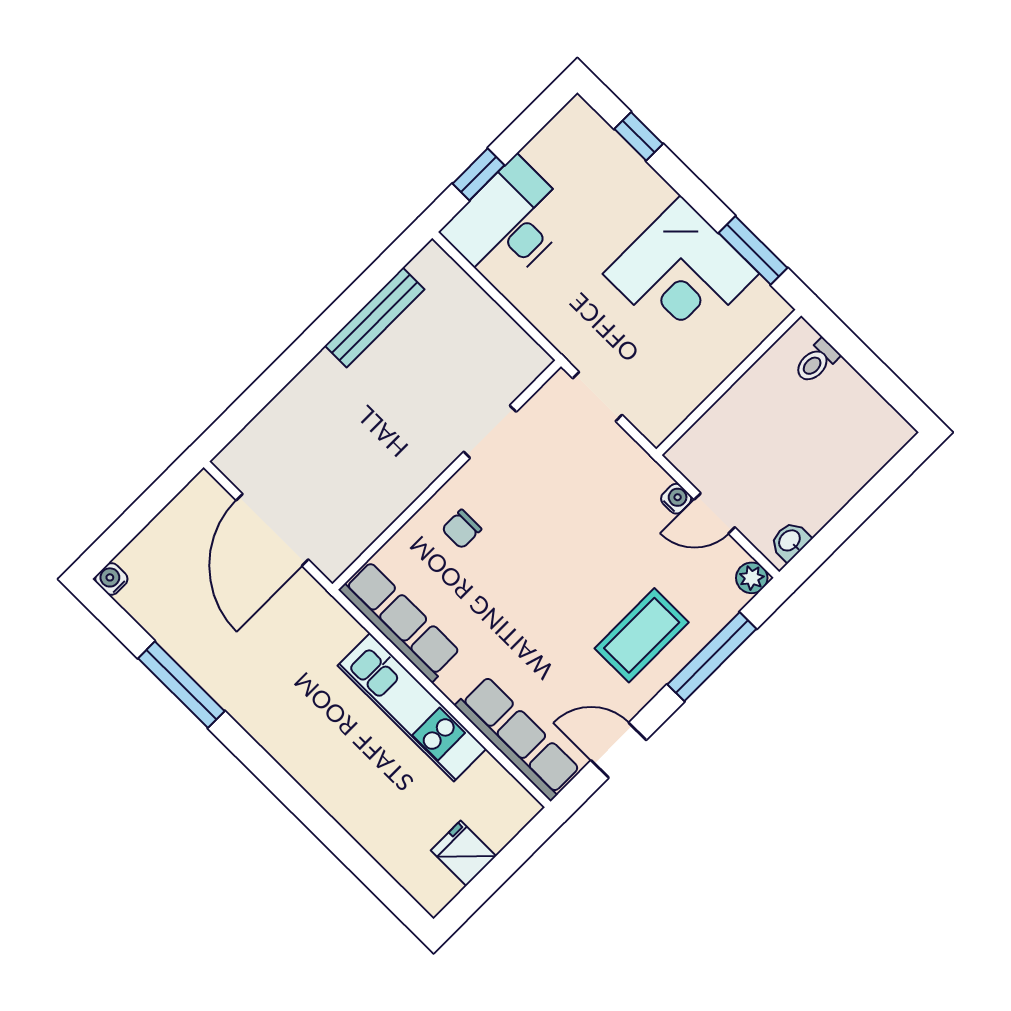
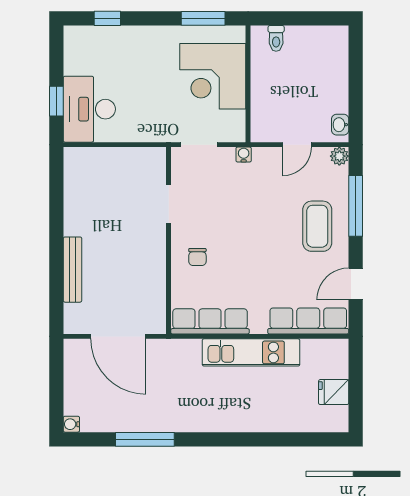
corner desk: (681, 274) -> (213, 76), moved, turned 90
bench: (375, 317) -> (72, 270), moved
water cooler: (676, 499) -> (244, 155), moved

